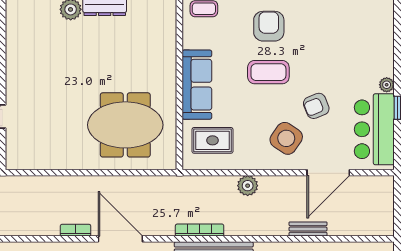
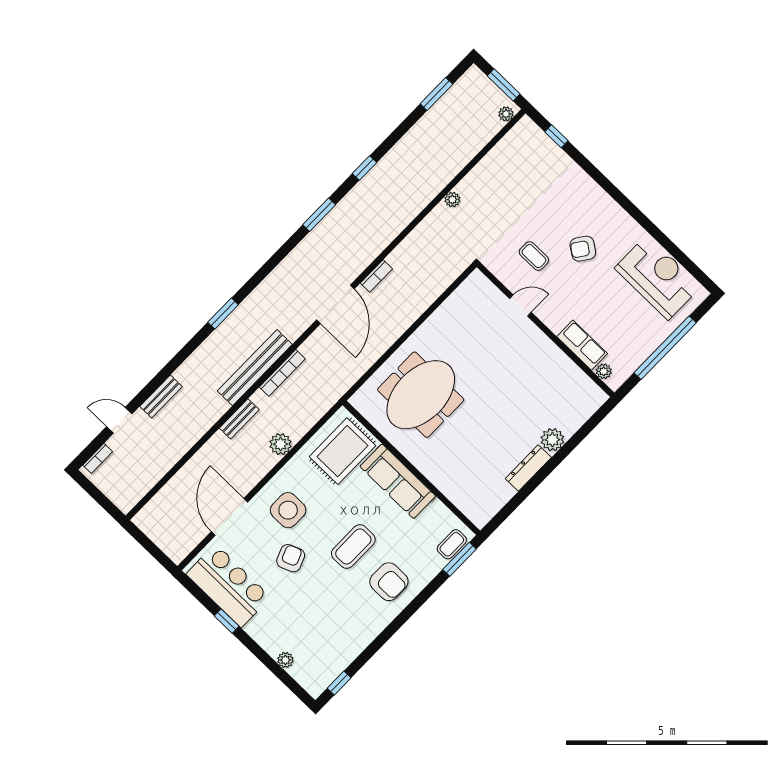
plant: (387, 85) -> (285, 660), moved
side table: (286, 138) -> (288, 510), turned -34
rug: (213, 140) -> (342, 451), width x1.36, depth x1.43
bench: (308, 229) -> (239, 419), moved
door: (120, 239) -> (335, 304), hinge flipped

